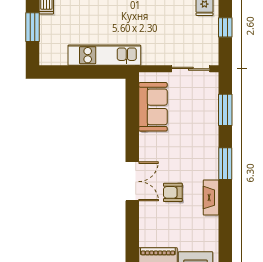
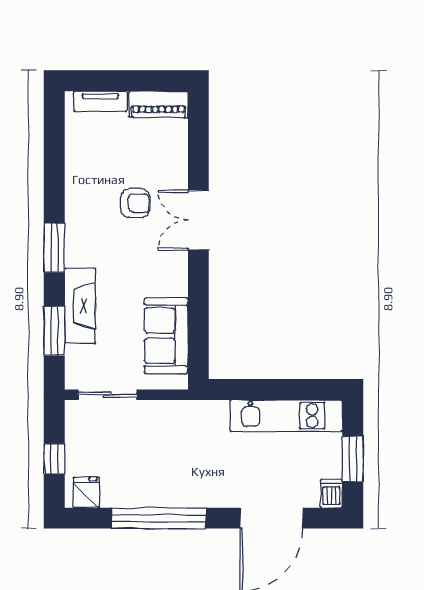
kitchen unit: (104, 55) -> (286, 416), moved
fireplace: (211, 198) -> (80, 306), moved, width x1.37, depth x1.32

